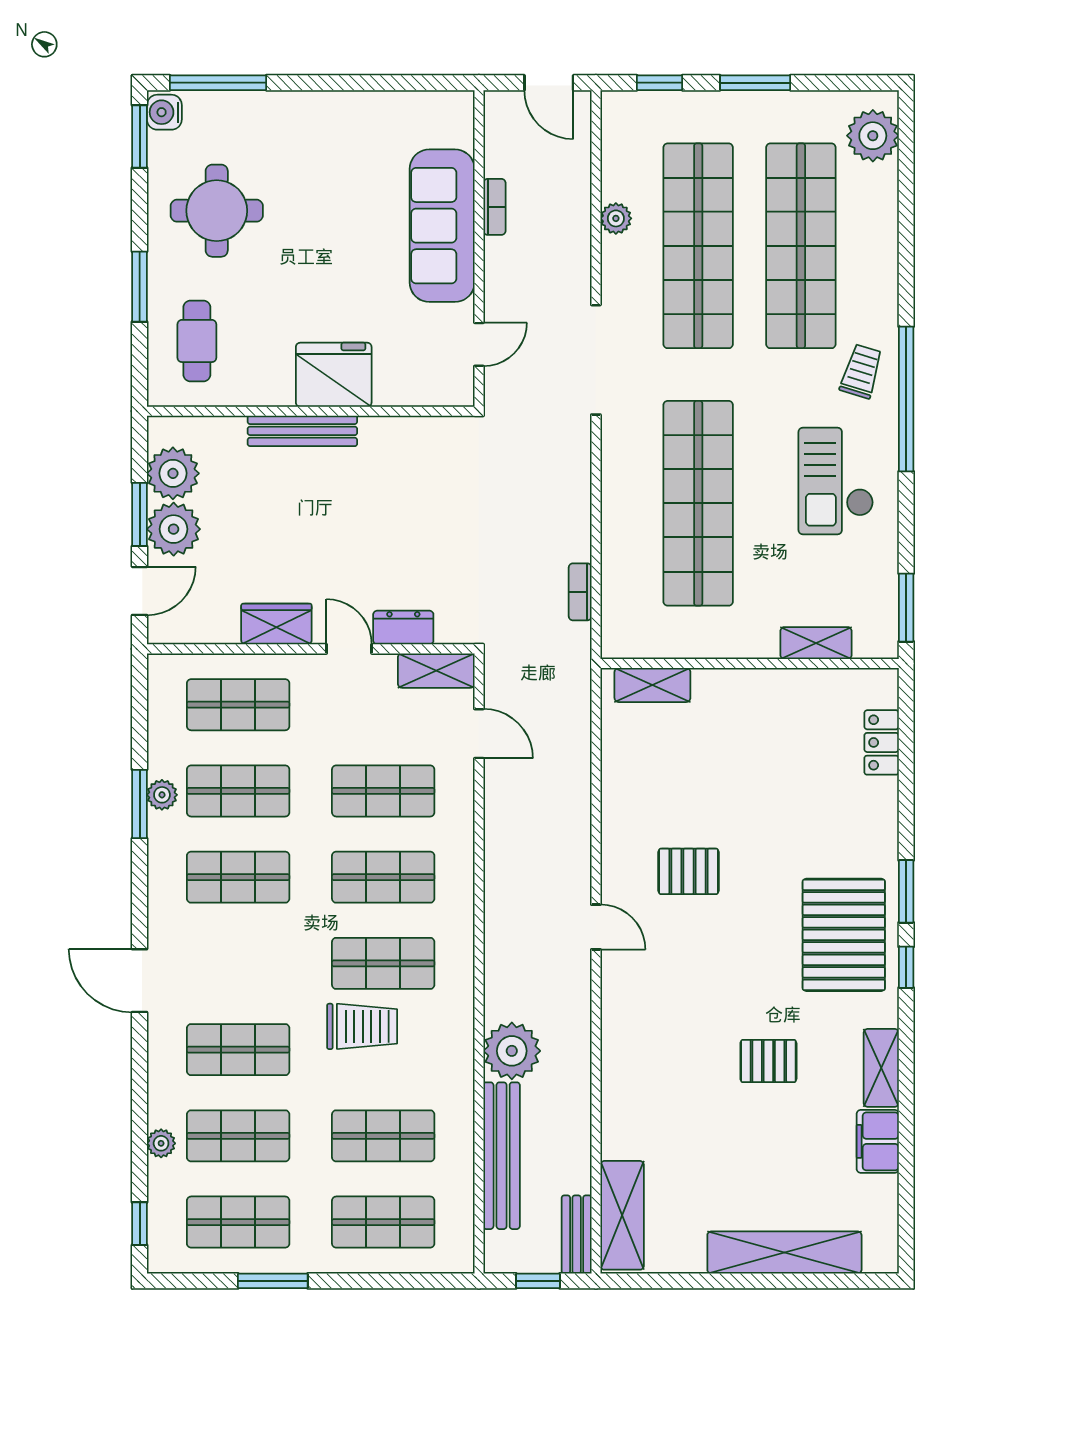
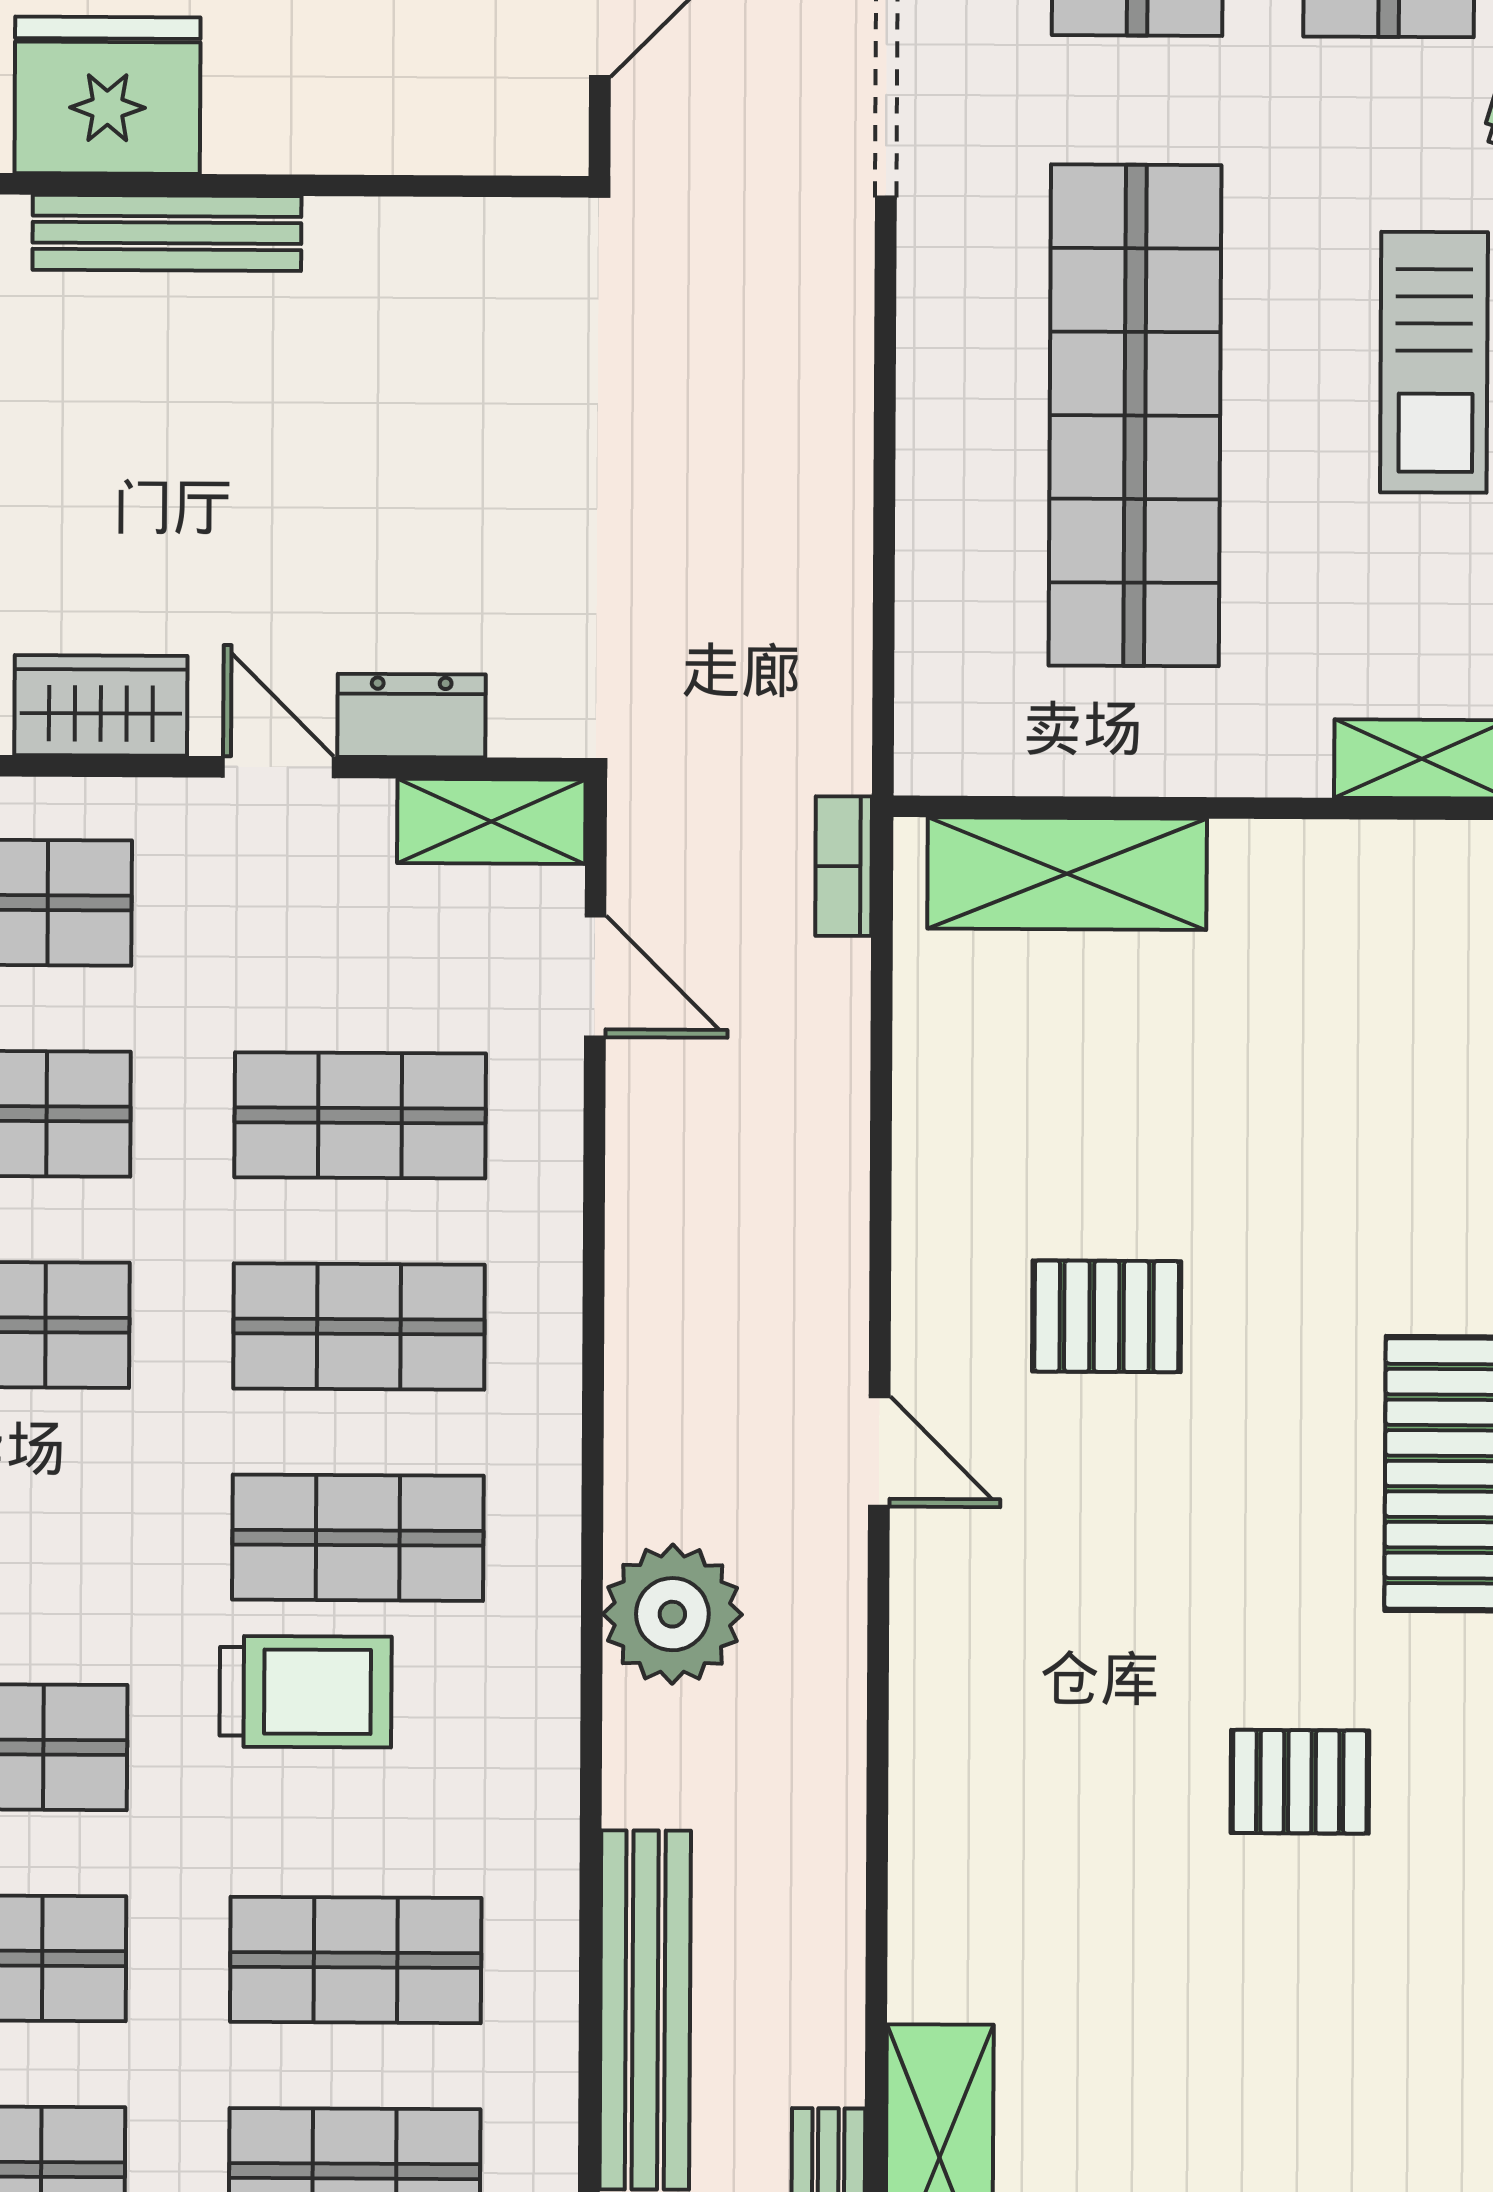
fridge: (334, 375) -> (107, 95), moved
bookcase: (580, 592) -> (844, 866), moved
shelving: (652, 685) -> (1067, 874), width x1.50, depth x1.33
plant: (512, 1051) -> (672, 1614), moved

